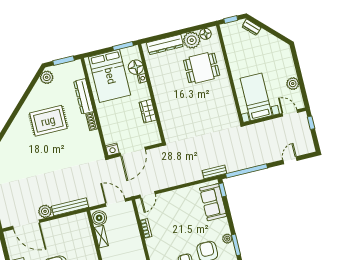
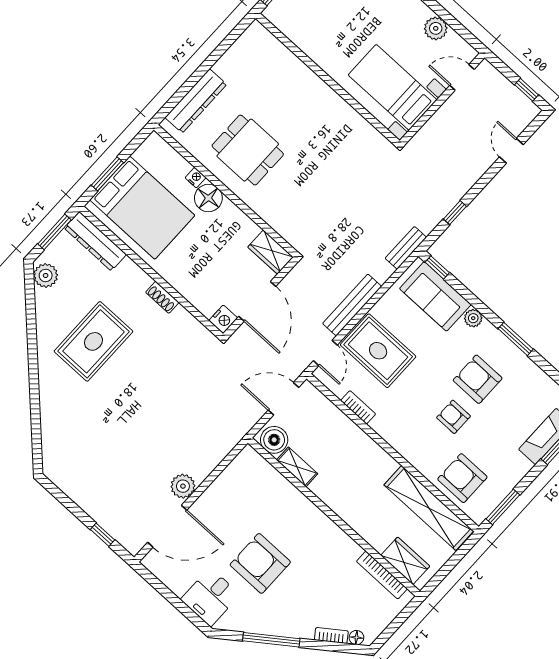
floor lamp: (206, 34) -> (248, 42), removed
plant: (192, 40) -> (233, 66), removed
window: (123, 46) -> (107, 174), moved
floor lamp: (136, 67) -> (208, 198), moved
dining table: (202, 68) -> (248, 150), moved, turned 90
dresser: (84, 96) -> (95, 241), moved
wardrobe: (148, 111) -> (271, 252), moved
window: (311, 123) -> (526, 90), moved
window: (247, 171) -> (455, 213), width x0.32
bench: (70, 207) -> (352, 305), moved
rug: (172, 209) -> (378, 351), added
plant: (227, 239) -> (473, 318), moved

